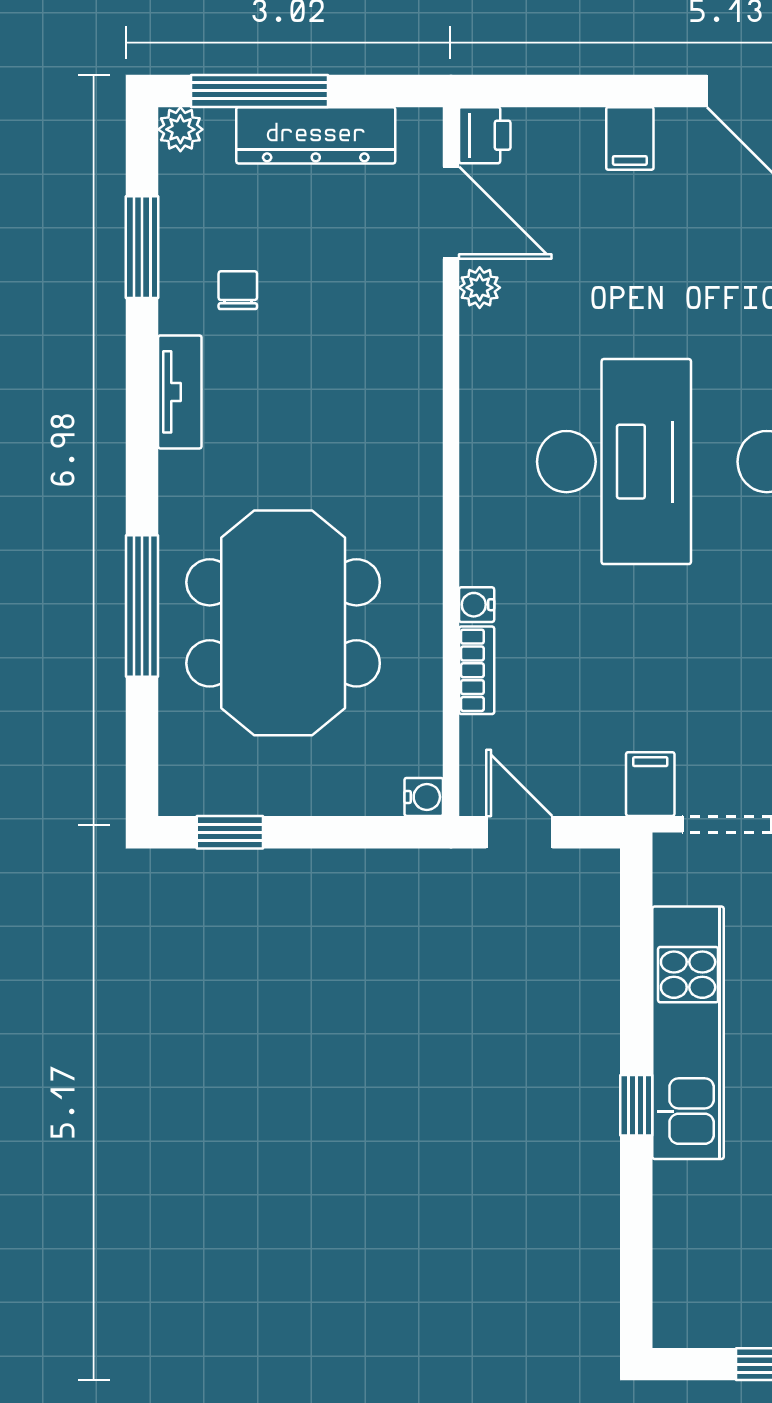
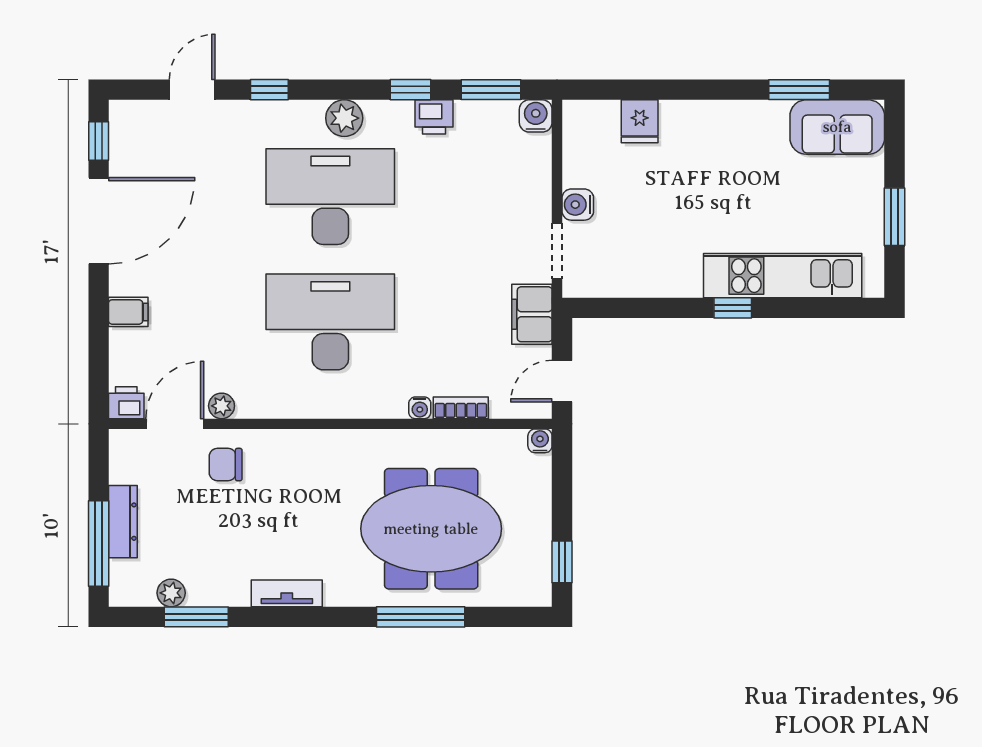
plant: (180, 129) -> (171, 593), moved
dresser: (316, 135) -> (123, 522), width x0.73, depth x0.80
chair: (238, 290) -> (226, 465), moved, width x1.37, depth x1.37
filing cabinet: (650, 784) -> (532, 314), width x2.00
kitchen unit: (688, 1033) -> (783, 276), moved

